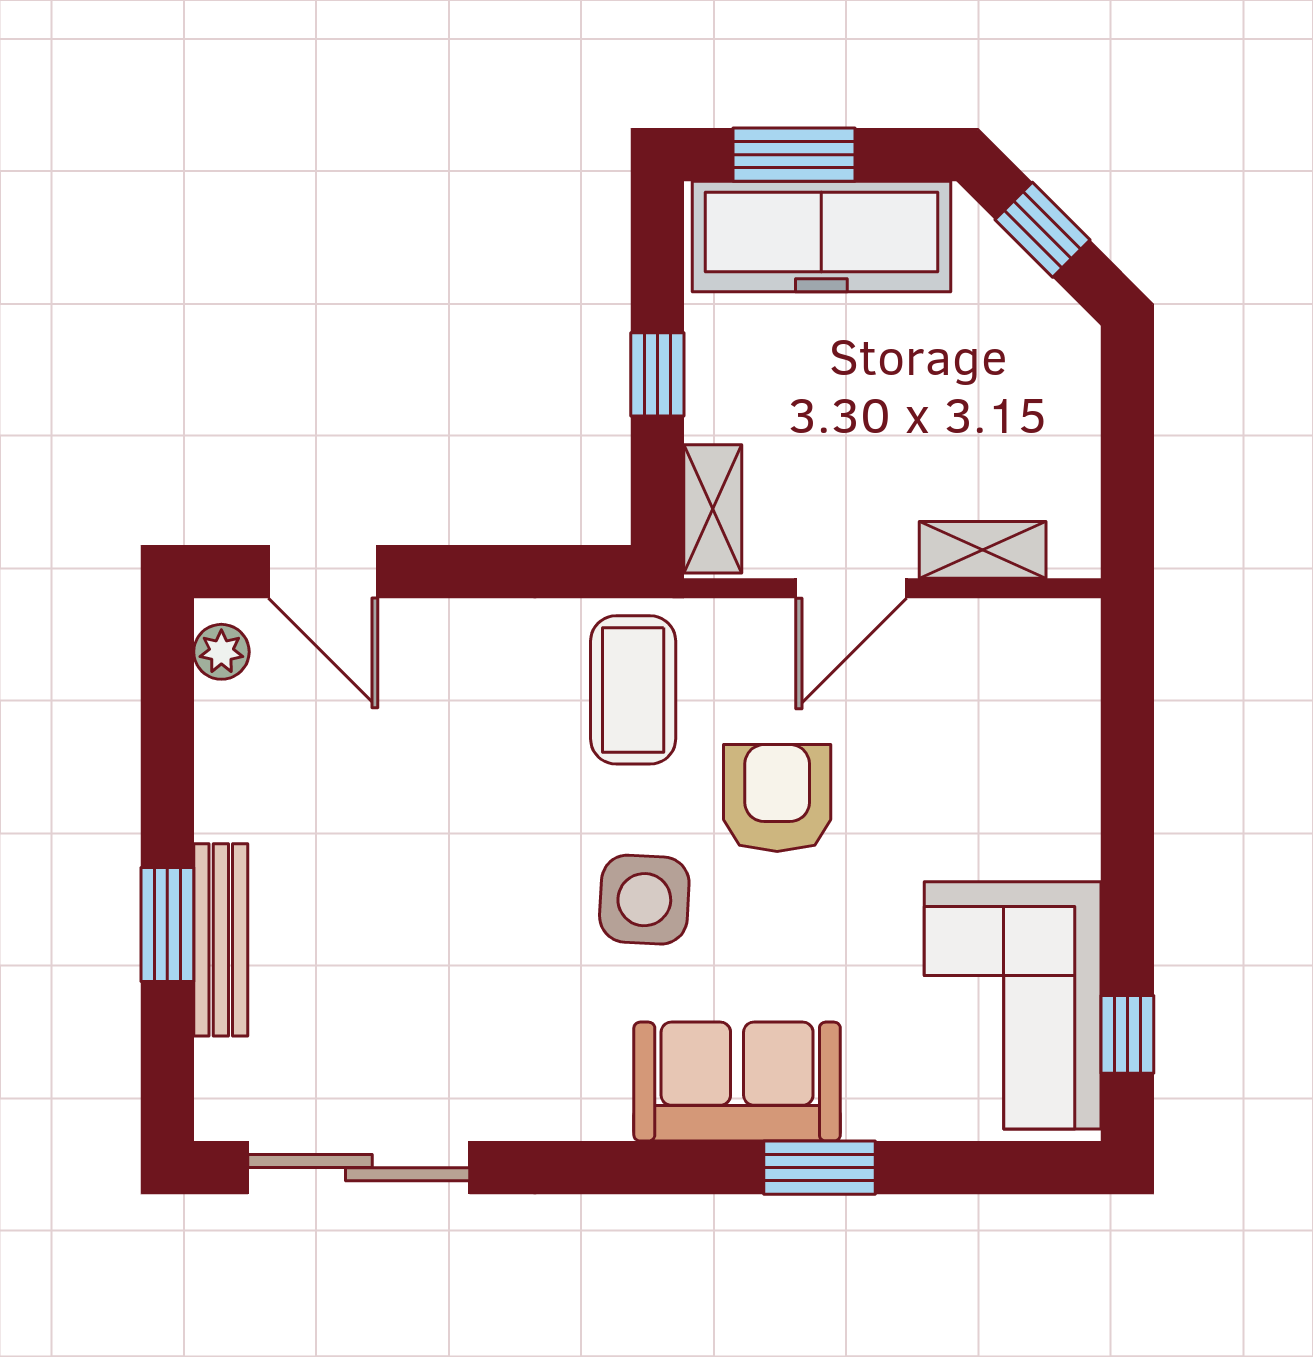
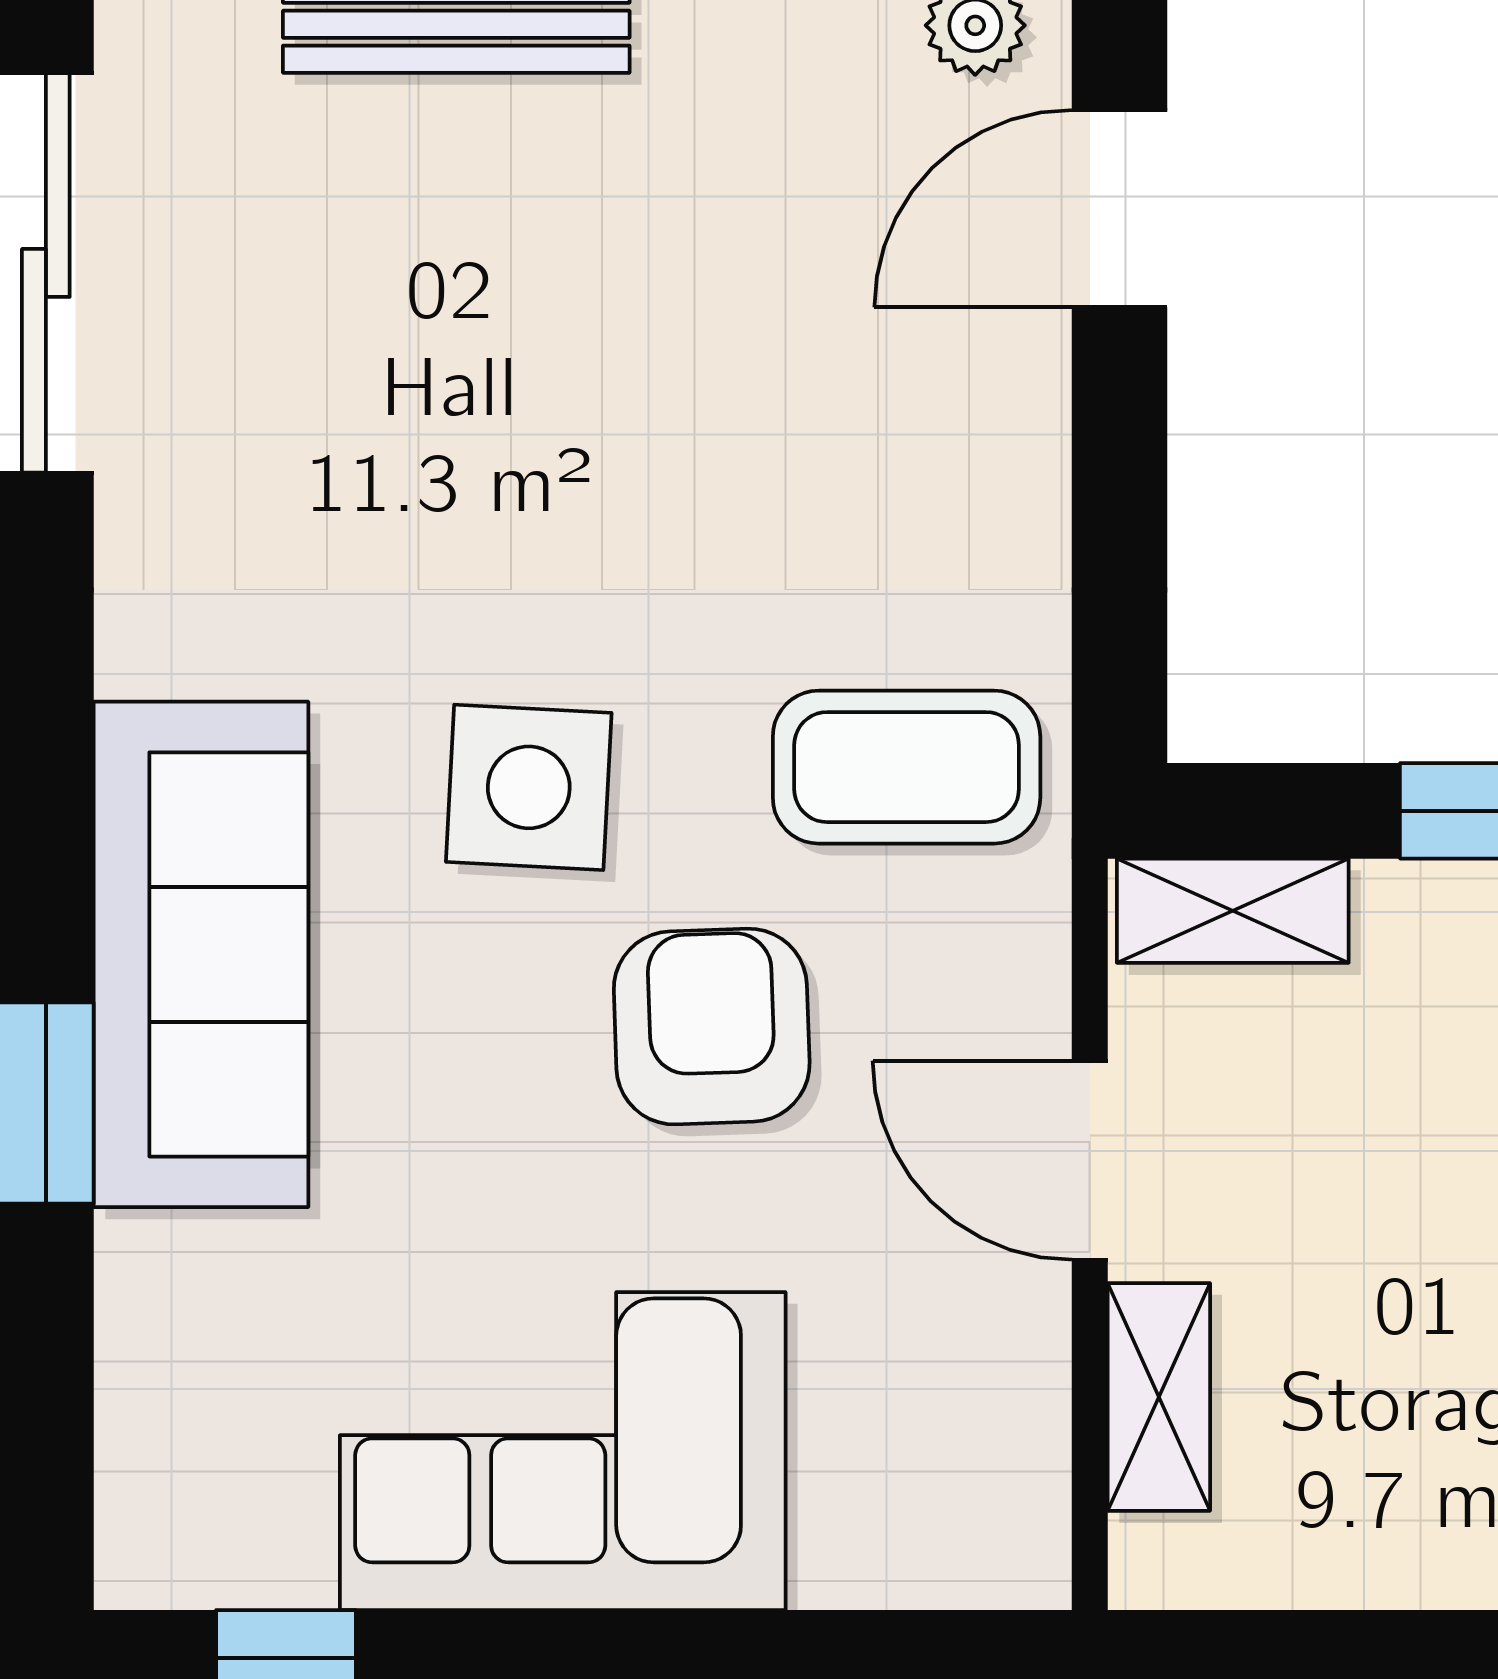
armchair: (777, 798) -> (712, 1027), turned -92
corner sofa: (1013, 1005) -> (563, 1451), moved
sofa: (737, 1082) -> (201, 954), width x1.36

